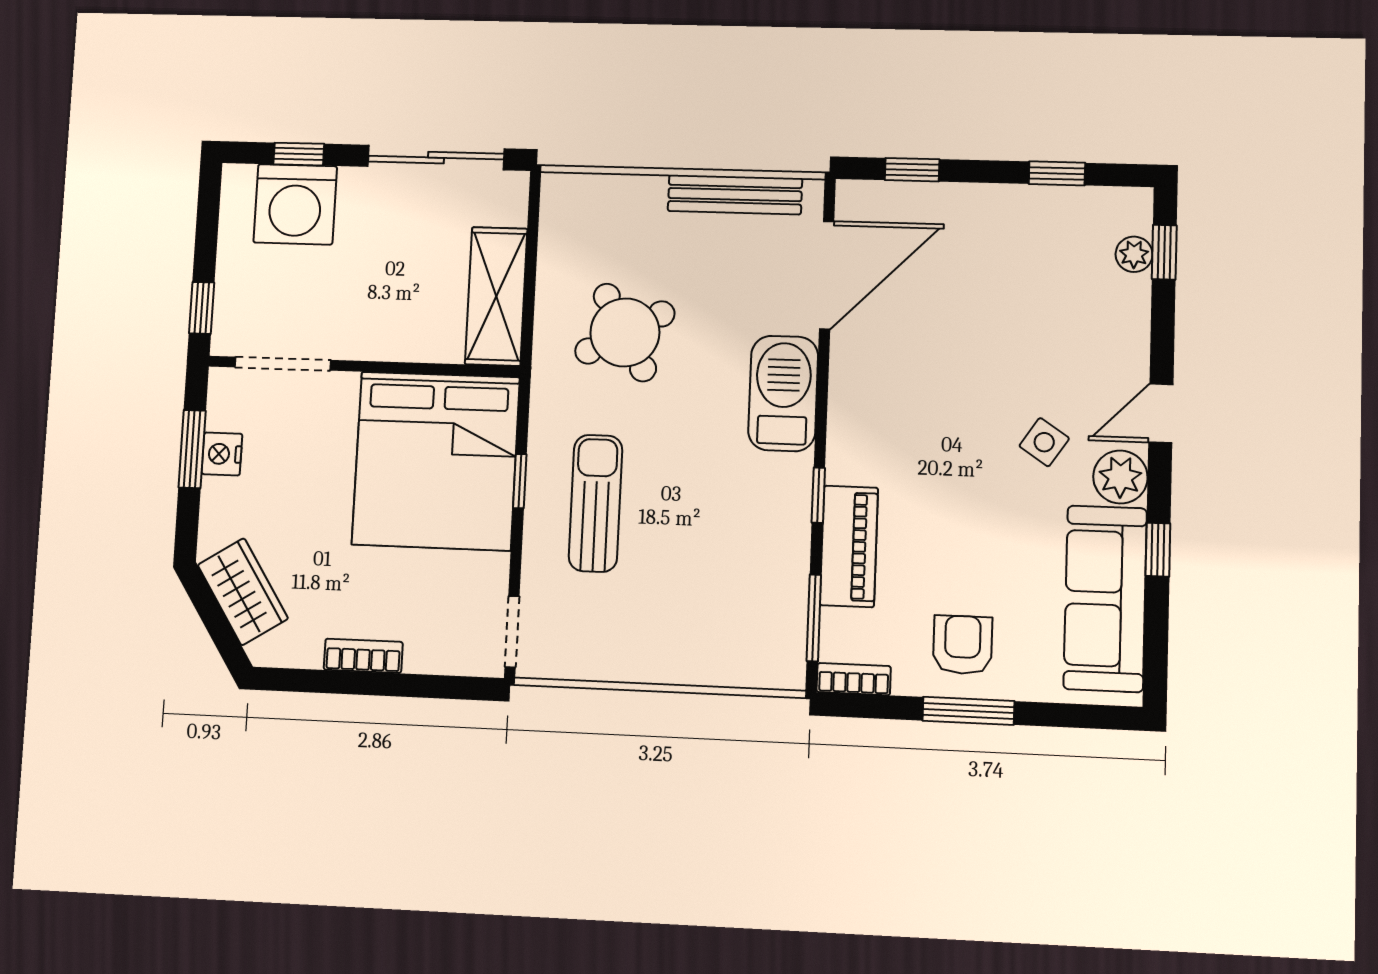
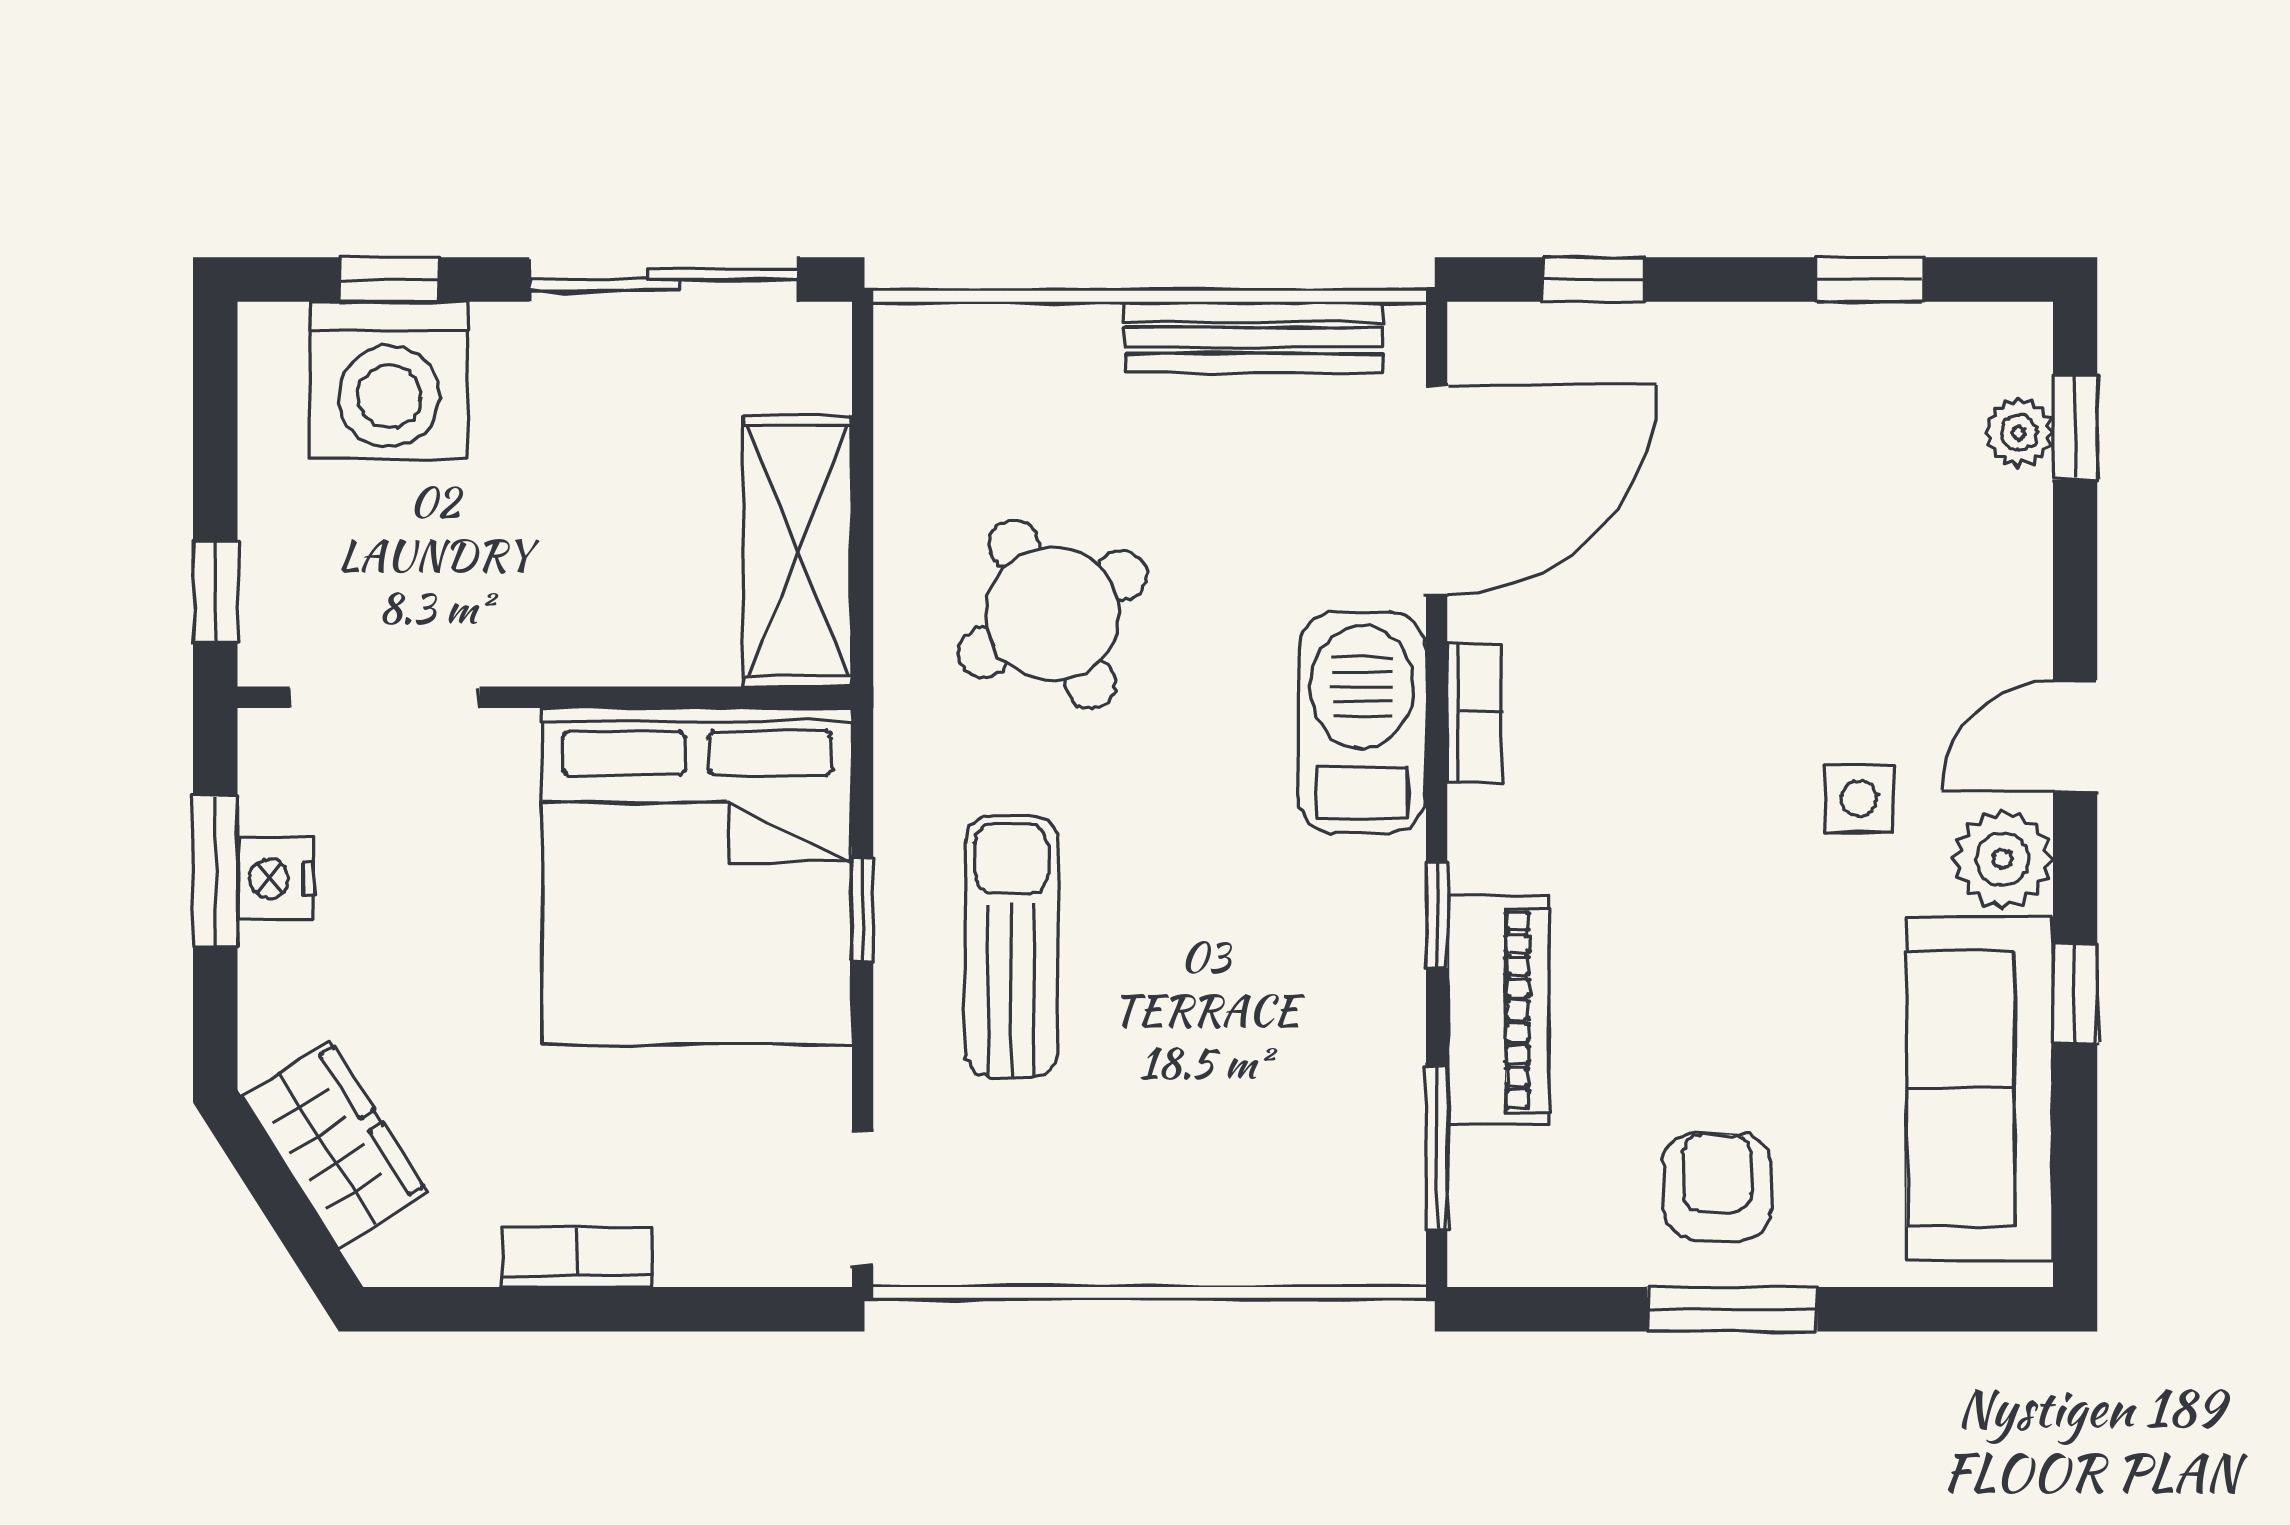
side table: (1044, 442) -> (1859, 798), turned -34
bookcase: (854, 679) -> (1475, 713), moved, turned 90

